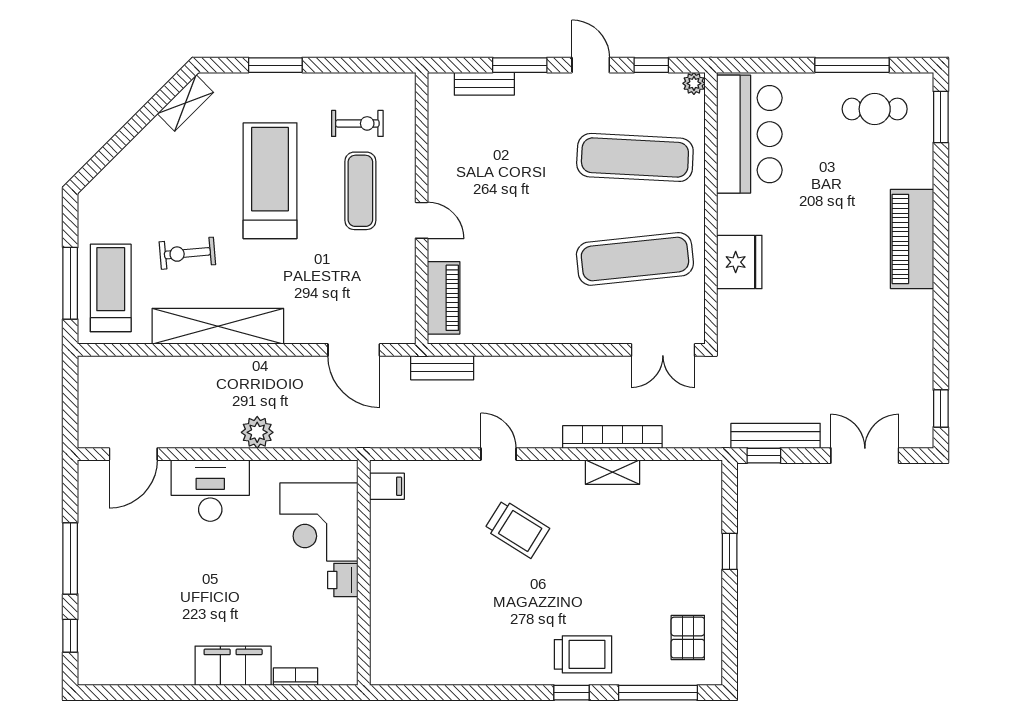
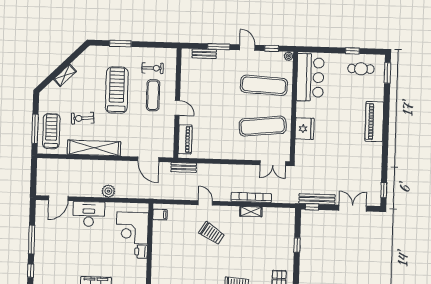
window: (852, 65) -> (352, 51), width x0.46
shelving: (185, 103) -> (65, 75), moved

